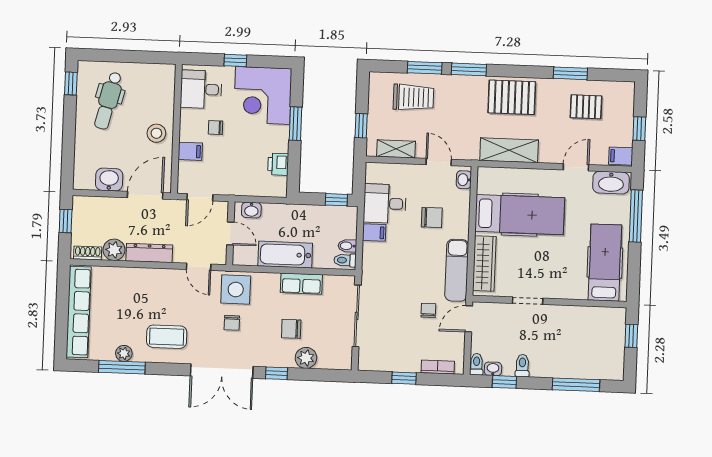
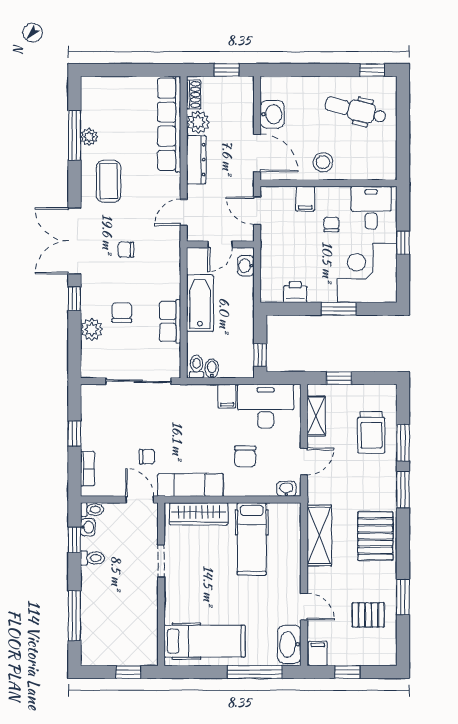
pallet: (586, 107) -> (368, 615), turned 90
desk: (385, 204) -> (266, 406), width x1.37
hospital bed: (520, 215) -> (252, 539), width x0.73, depth x0.78
side table: (236, 289) -> (161, 252), removed
row of seats: (79, 312) -> (169, 124), moved, turned 90

